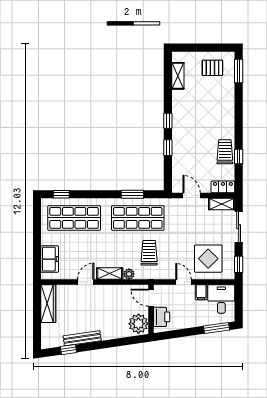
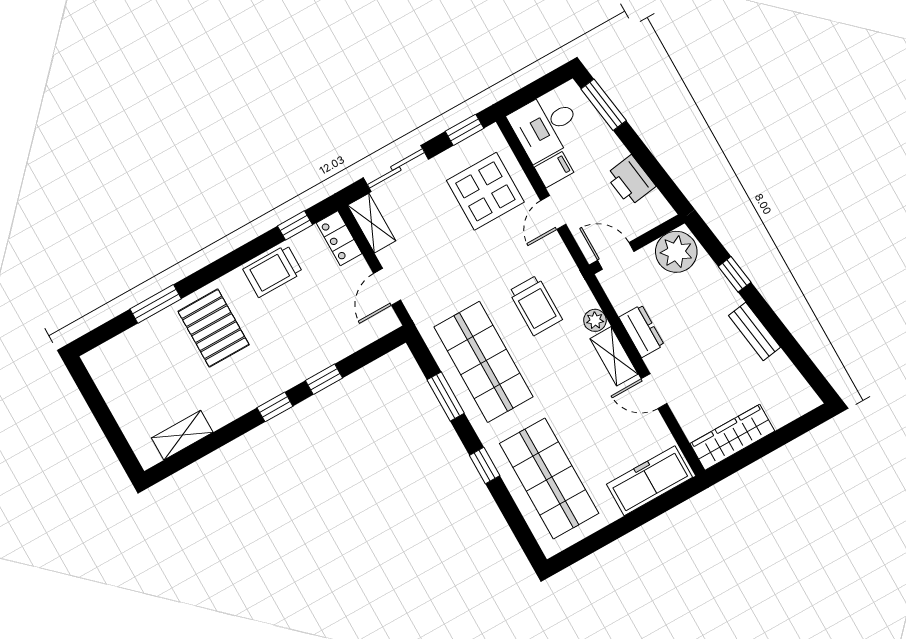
pallet: (212, 68) -> (214, 328), moved, width x1.50, depth x1.42
window: (239, 71) -> (156, 304), moved
window: (239, 157) -> (295, 225), moved
window: (61, 194) -> (485, 465), moved
trolley: (149, 253) -> (535, 305), turned -90
freezer: (50, 259) -> (650, 481), width x1.40
dresser: (114, 291) -> (642, 331), added
door: (151, 298) -> (616, 256), swing flipped
printer: (162, 317) -> (630, 181), moved, turned -98
bench: (82, 338) -> (754, 331), width x0.73
window: (68, 350) -> (735, 274), moved

